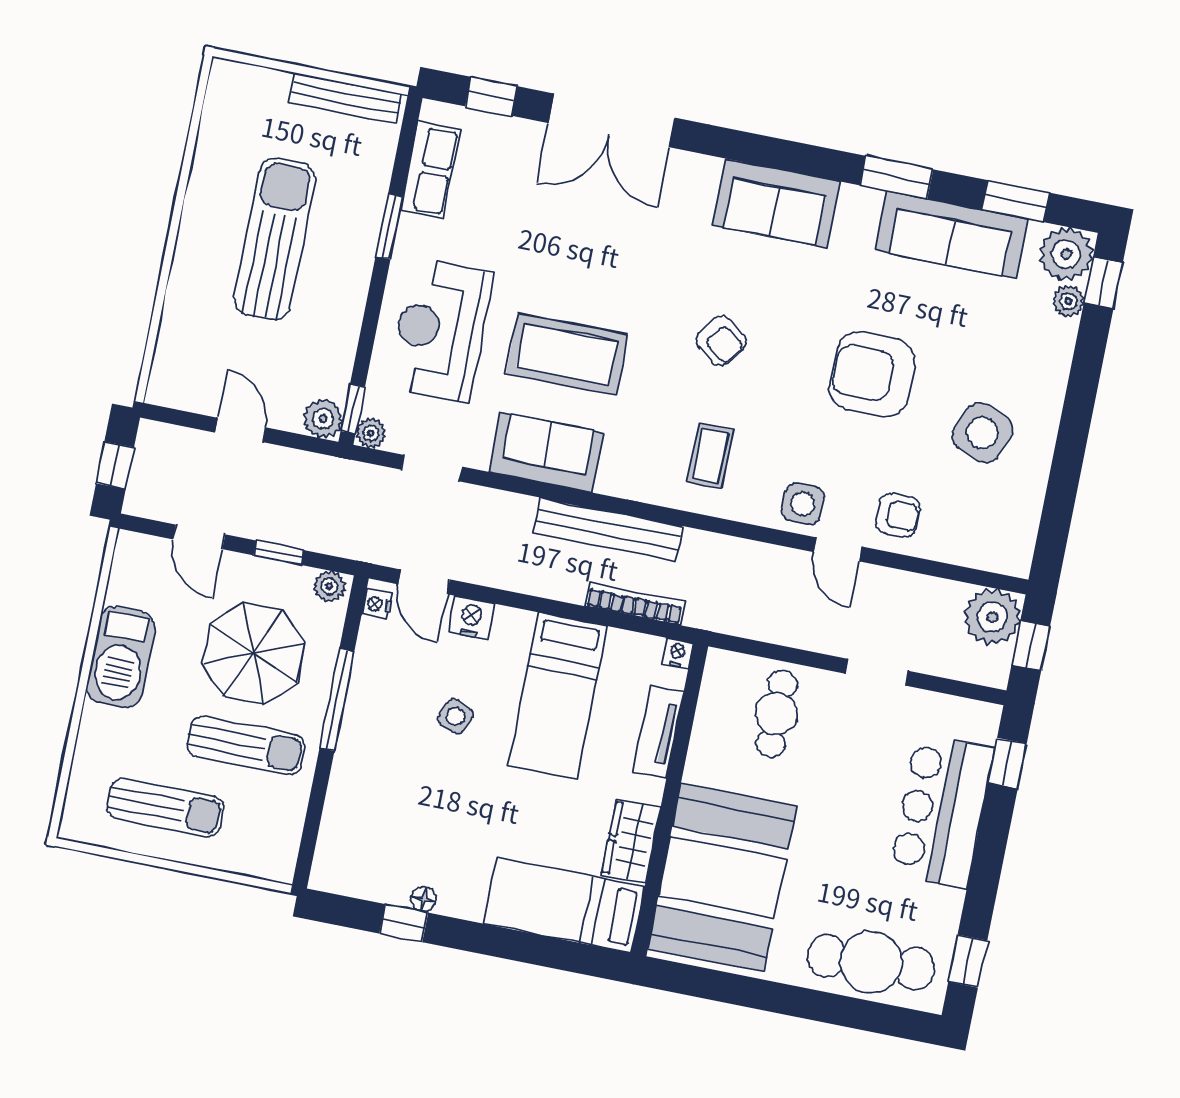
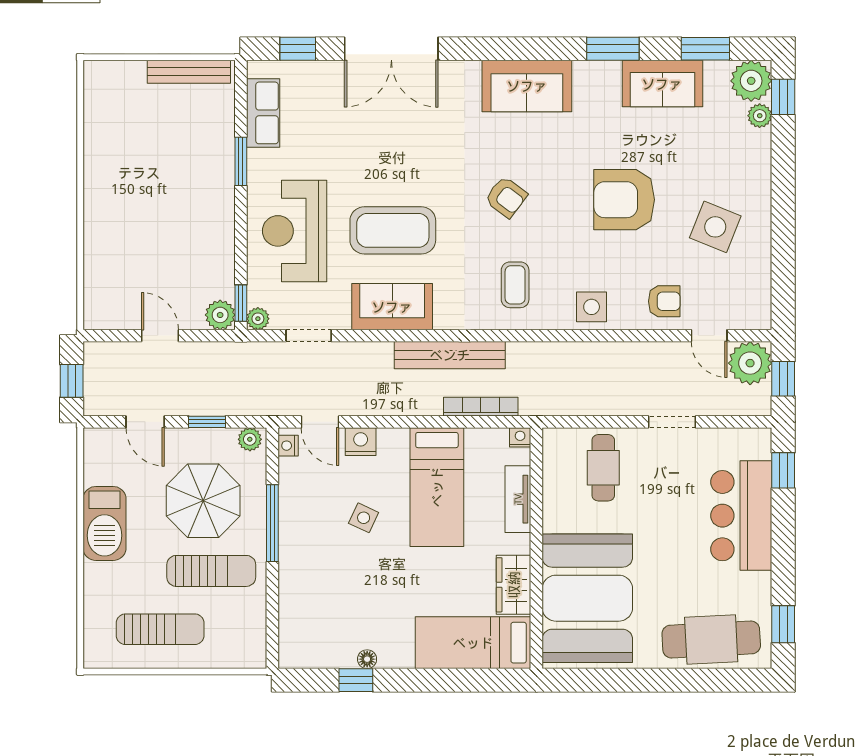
sofa: (951, 235) -> (662, 84), width x0.73
sun lounger: (275, 239) -> (157, 188), removed
door: (838, 549) -> (709, 336), moved

